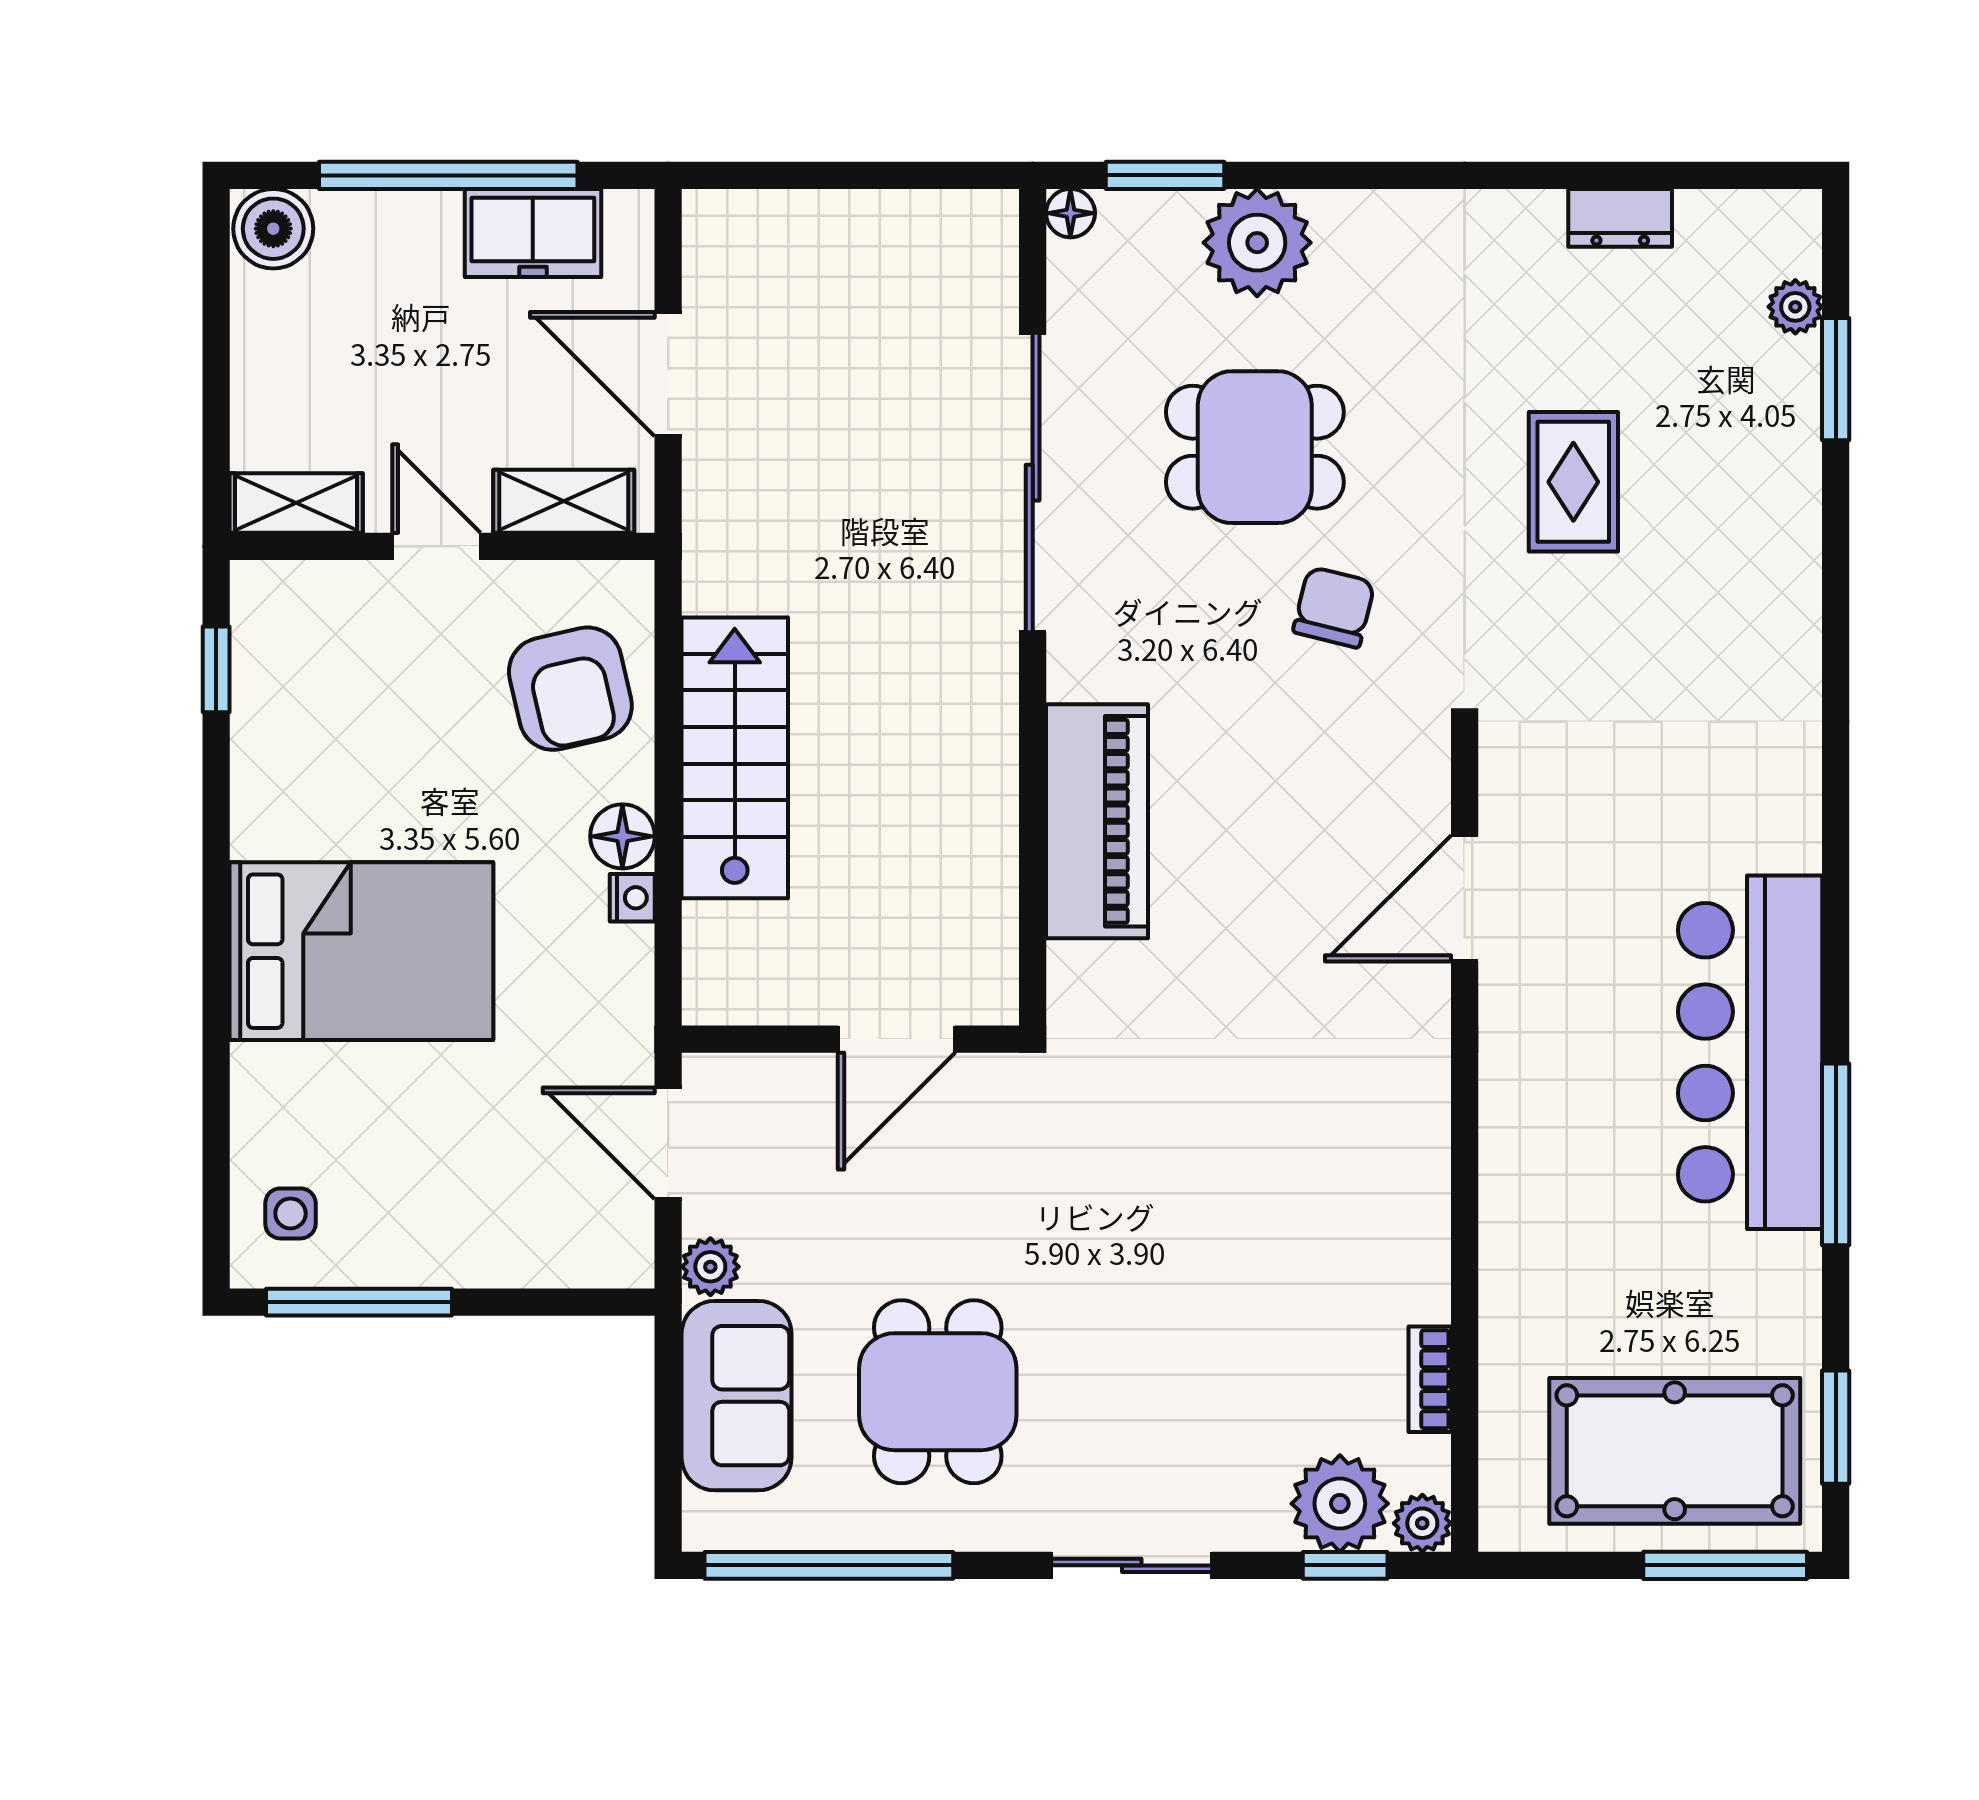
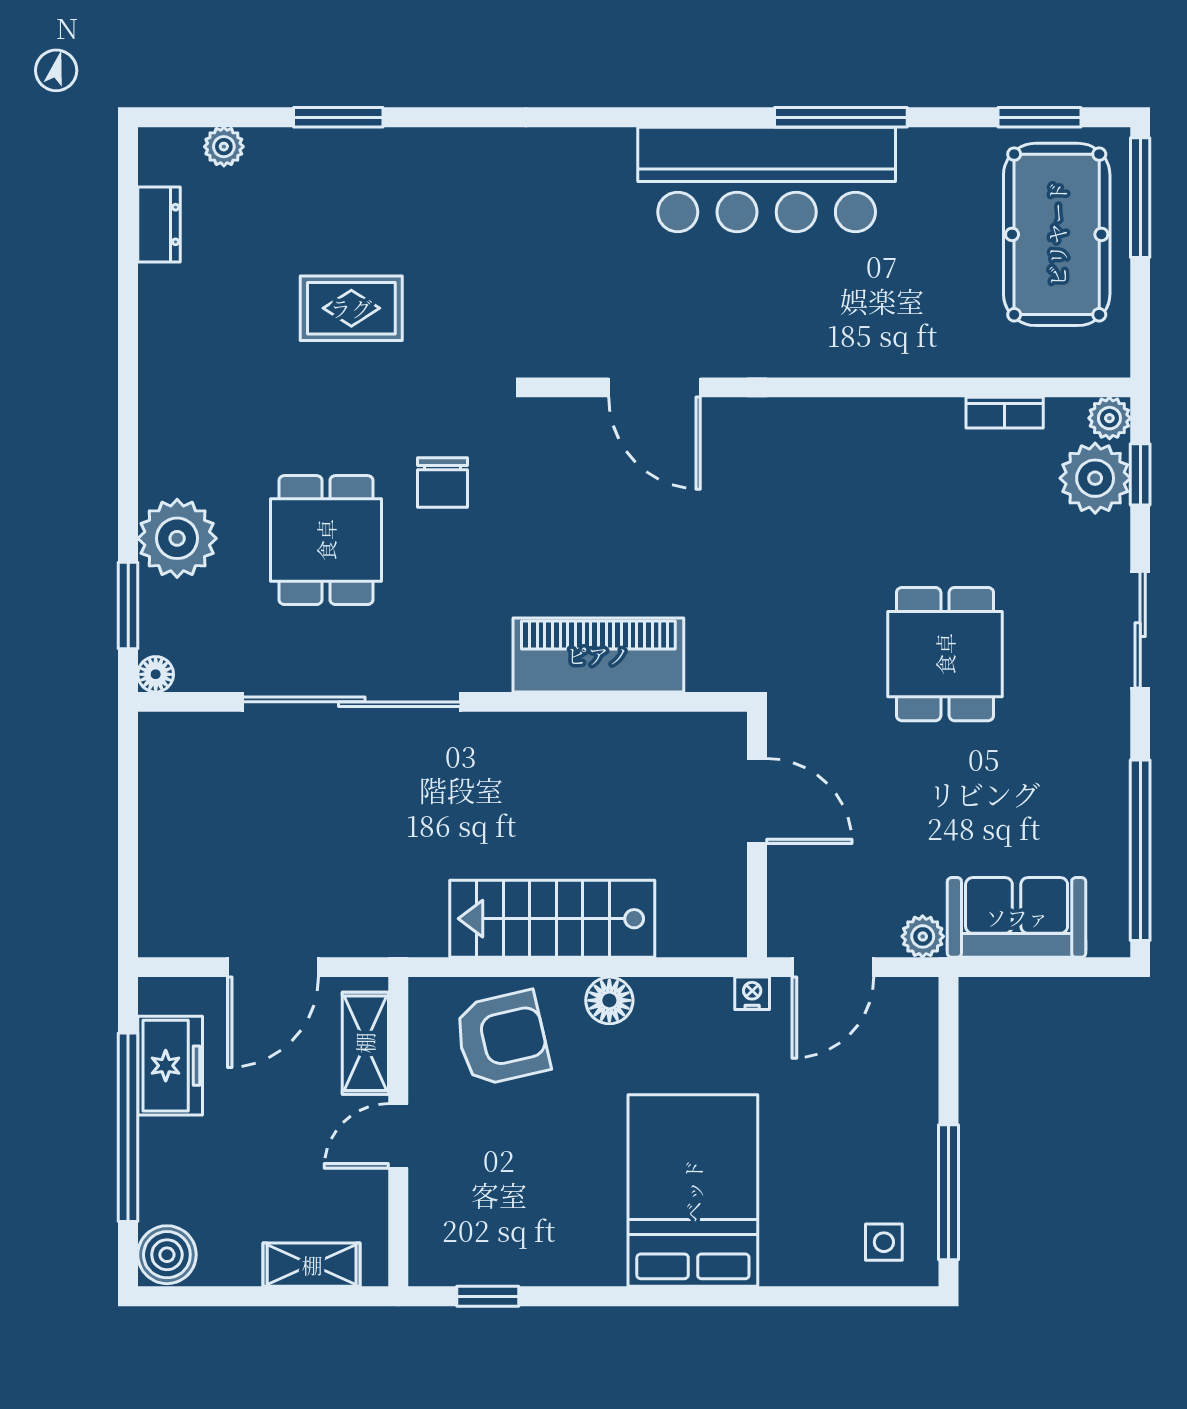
dresser: (1620, 218) -> (159, 225), moved
window: (1836, 379) -> (338, 117), moved
shelving: (296, 503) -> (312, 1265), moved, turned 90
chair: (1334, 607) -> (443, 482), turned -104
nightstand: (632, 898) -> (752, 993), moved
dining table: (938, 1392) -> (945, 654), moved, turned 90

